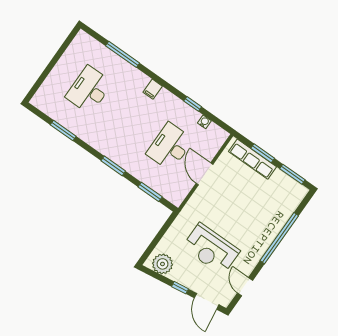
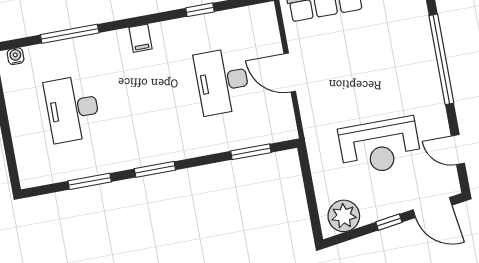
water cooler: (204, 122) -> (16, 56), moved
window: (113, 166) -> (155, 169), moved

